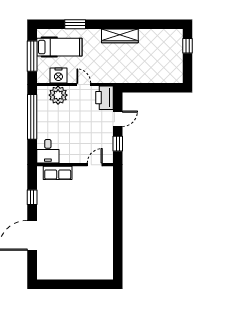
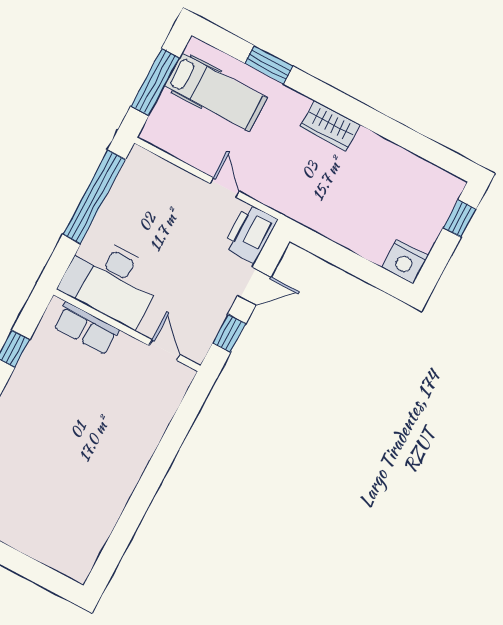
wardrobe: (120, 36) -> (330, 126), width x0.67
nightstand: (58, 75) -> (405, 262), moved
plant: (58, 95) -> (165, 182), removed
desk: (48, 151) -> (111, 281), width x1.87, depth x1.30
door: (95, 165) -> (165, 350), hinge flipped

